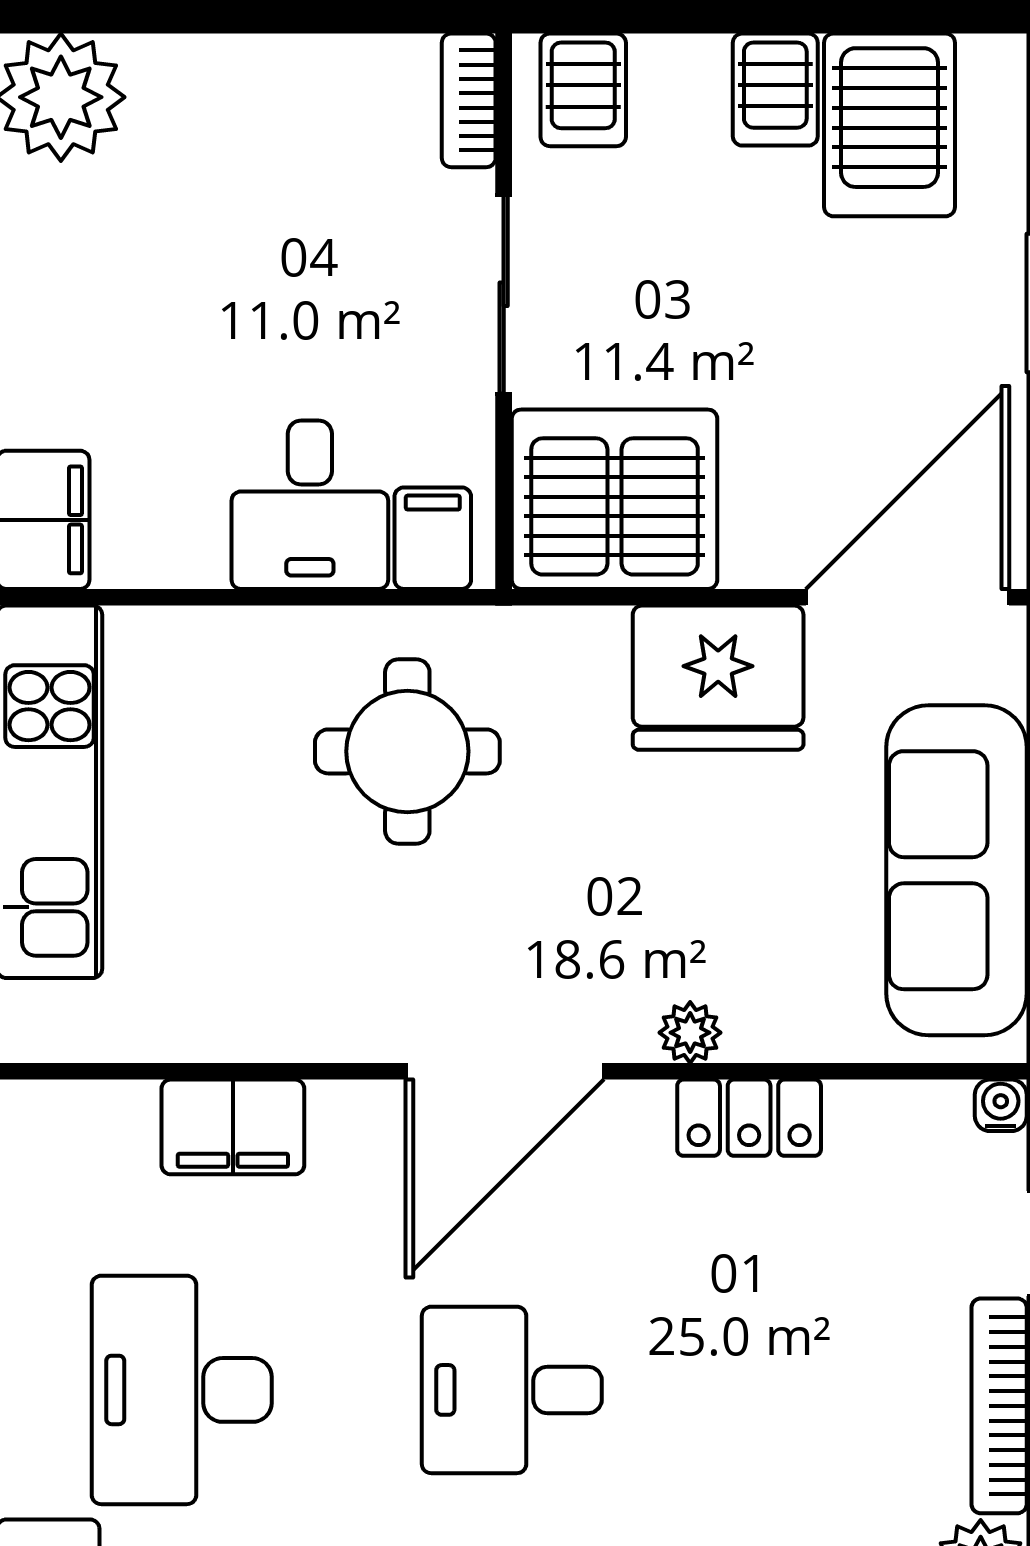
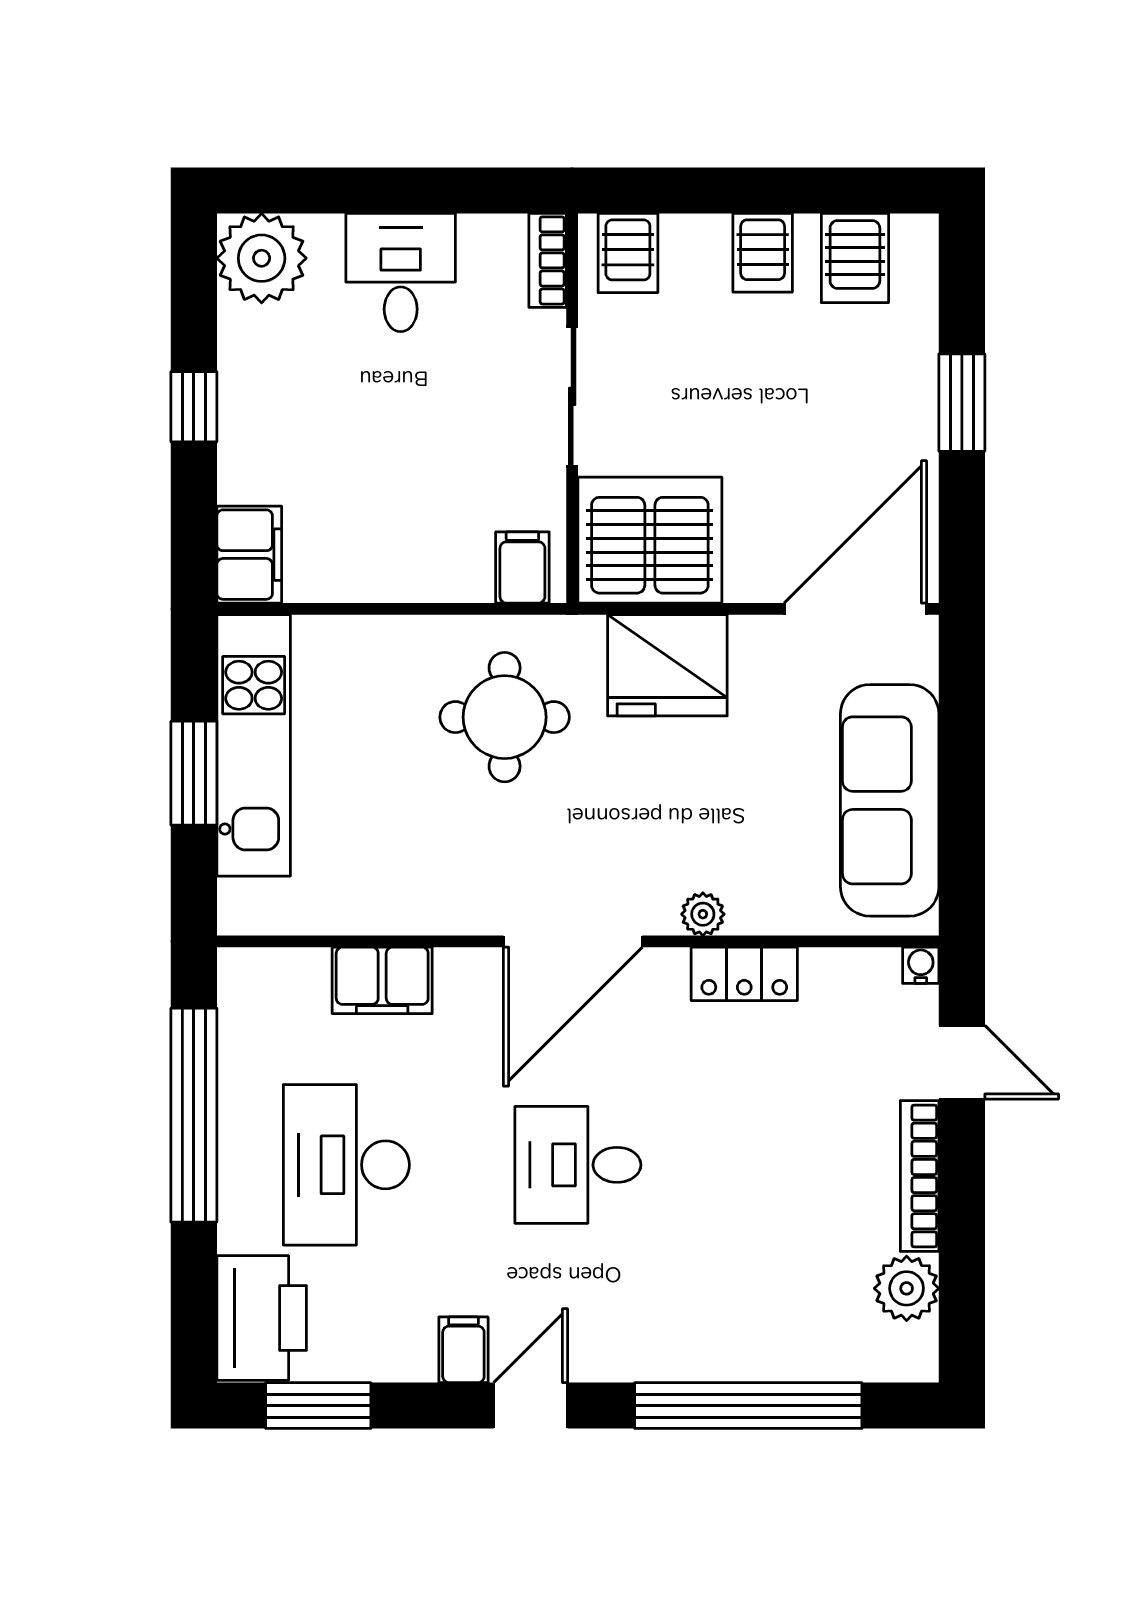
server rack: (889, 125) -> (855, 258), width x0.73, depth x0.70
desk: (310, 505) -> (401, 273), moved, turned 180
fridge: (718, 678) -> (667, 665), moved

